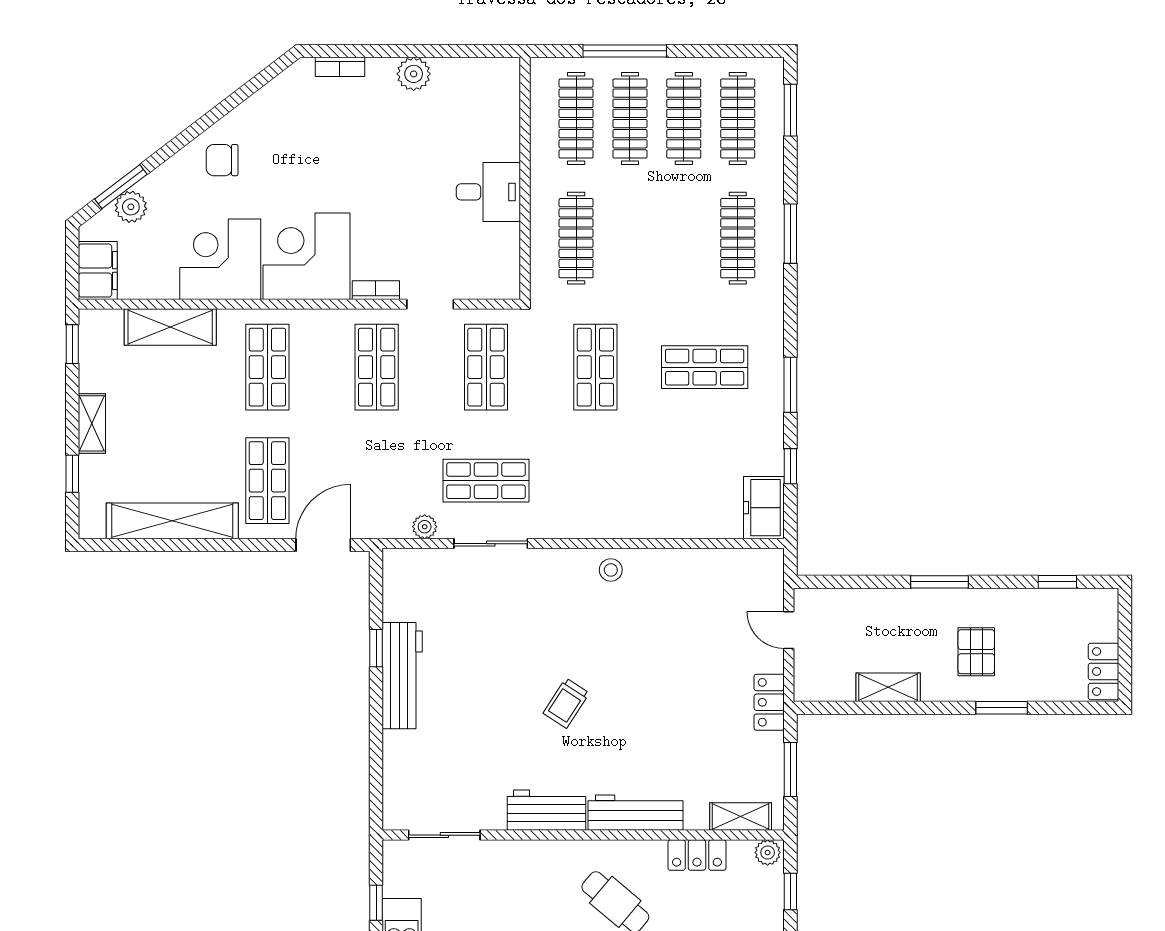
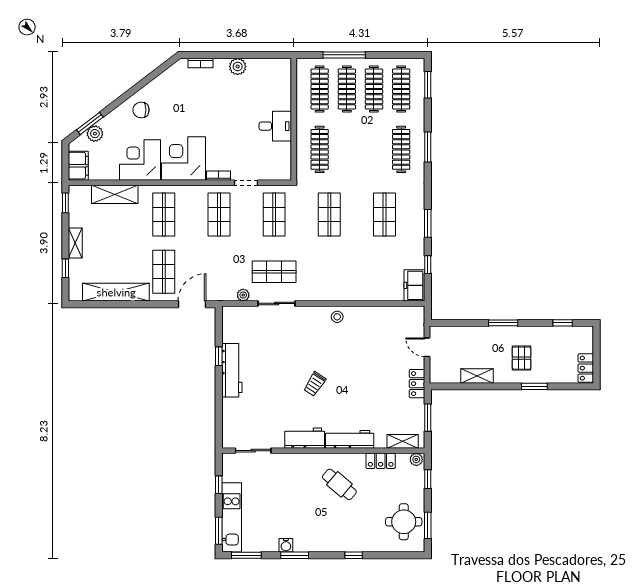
shop shelf: (705, 367) -> (384, 214), turned 90

